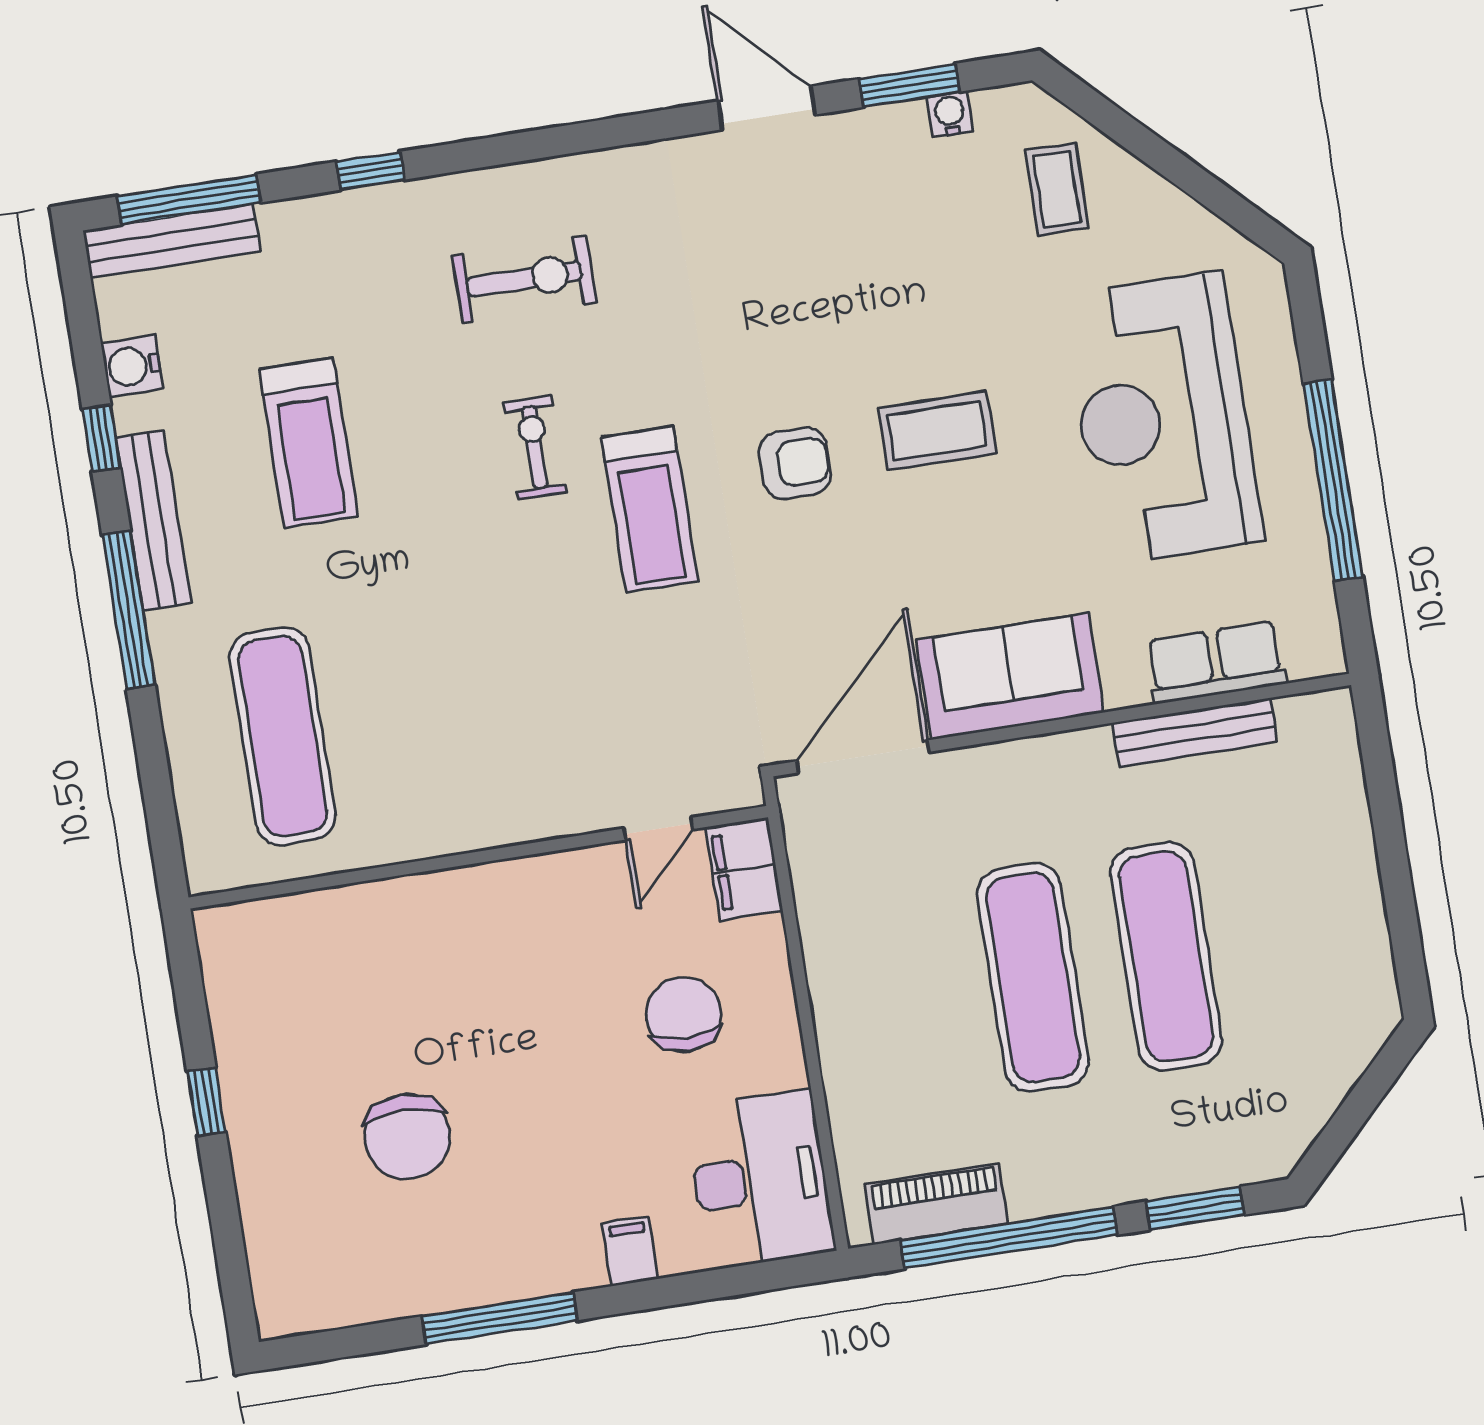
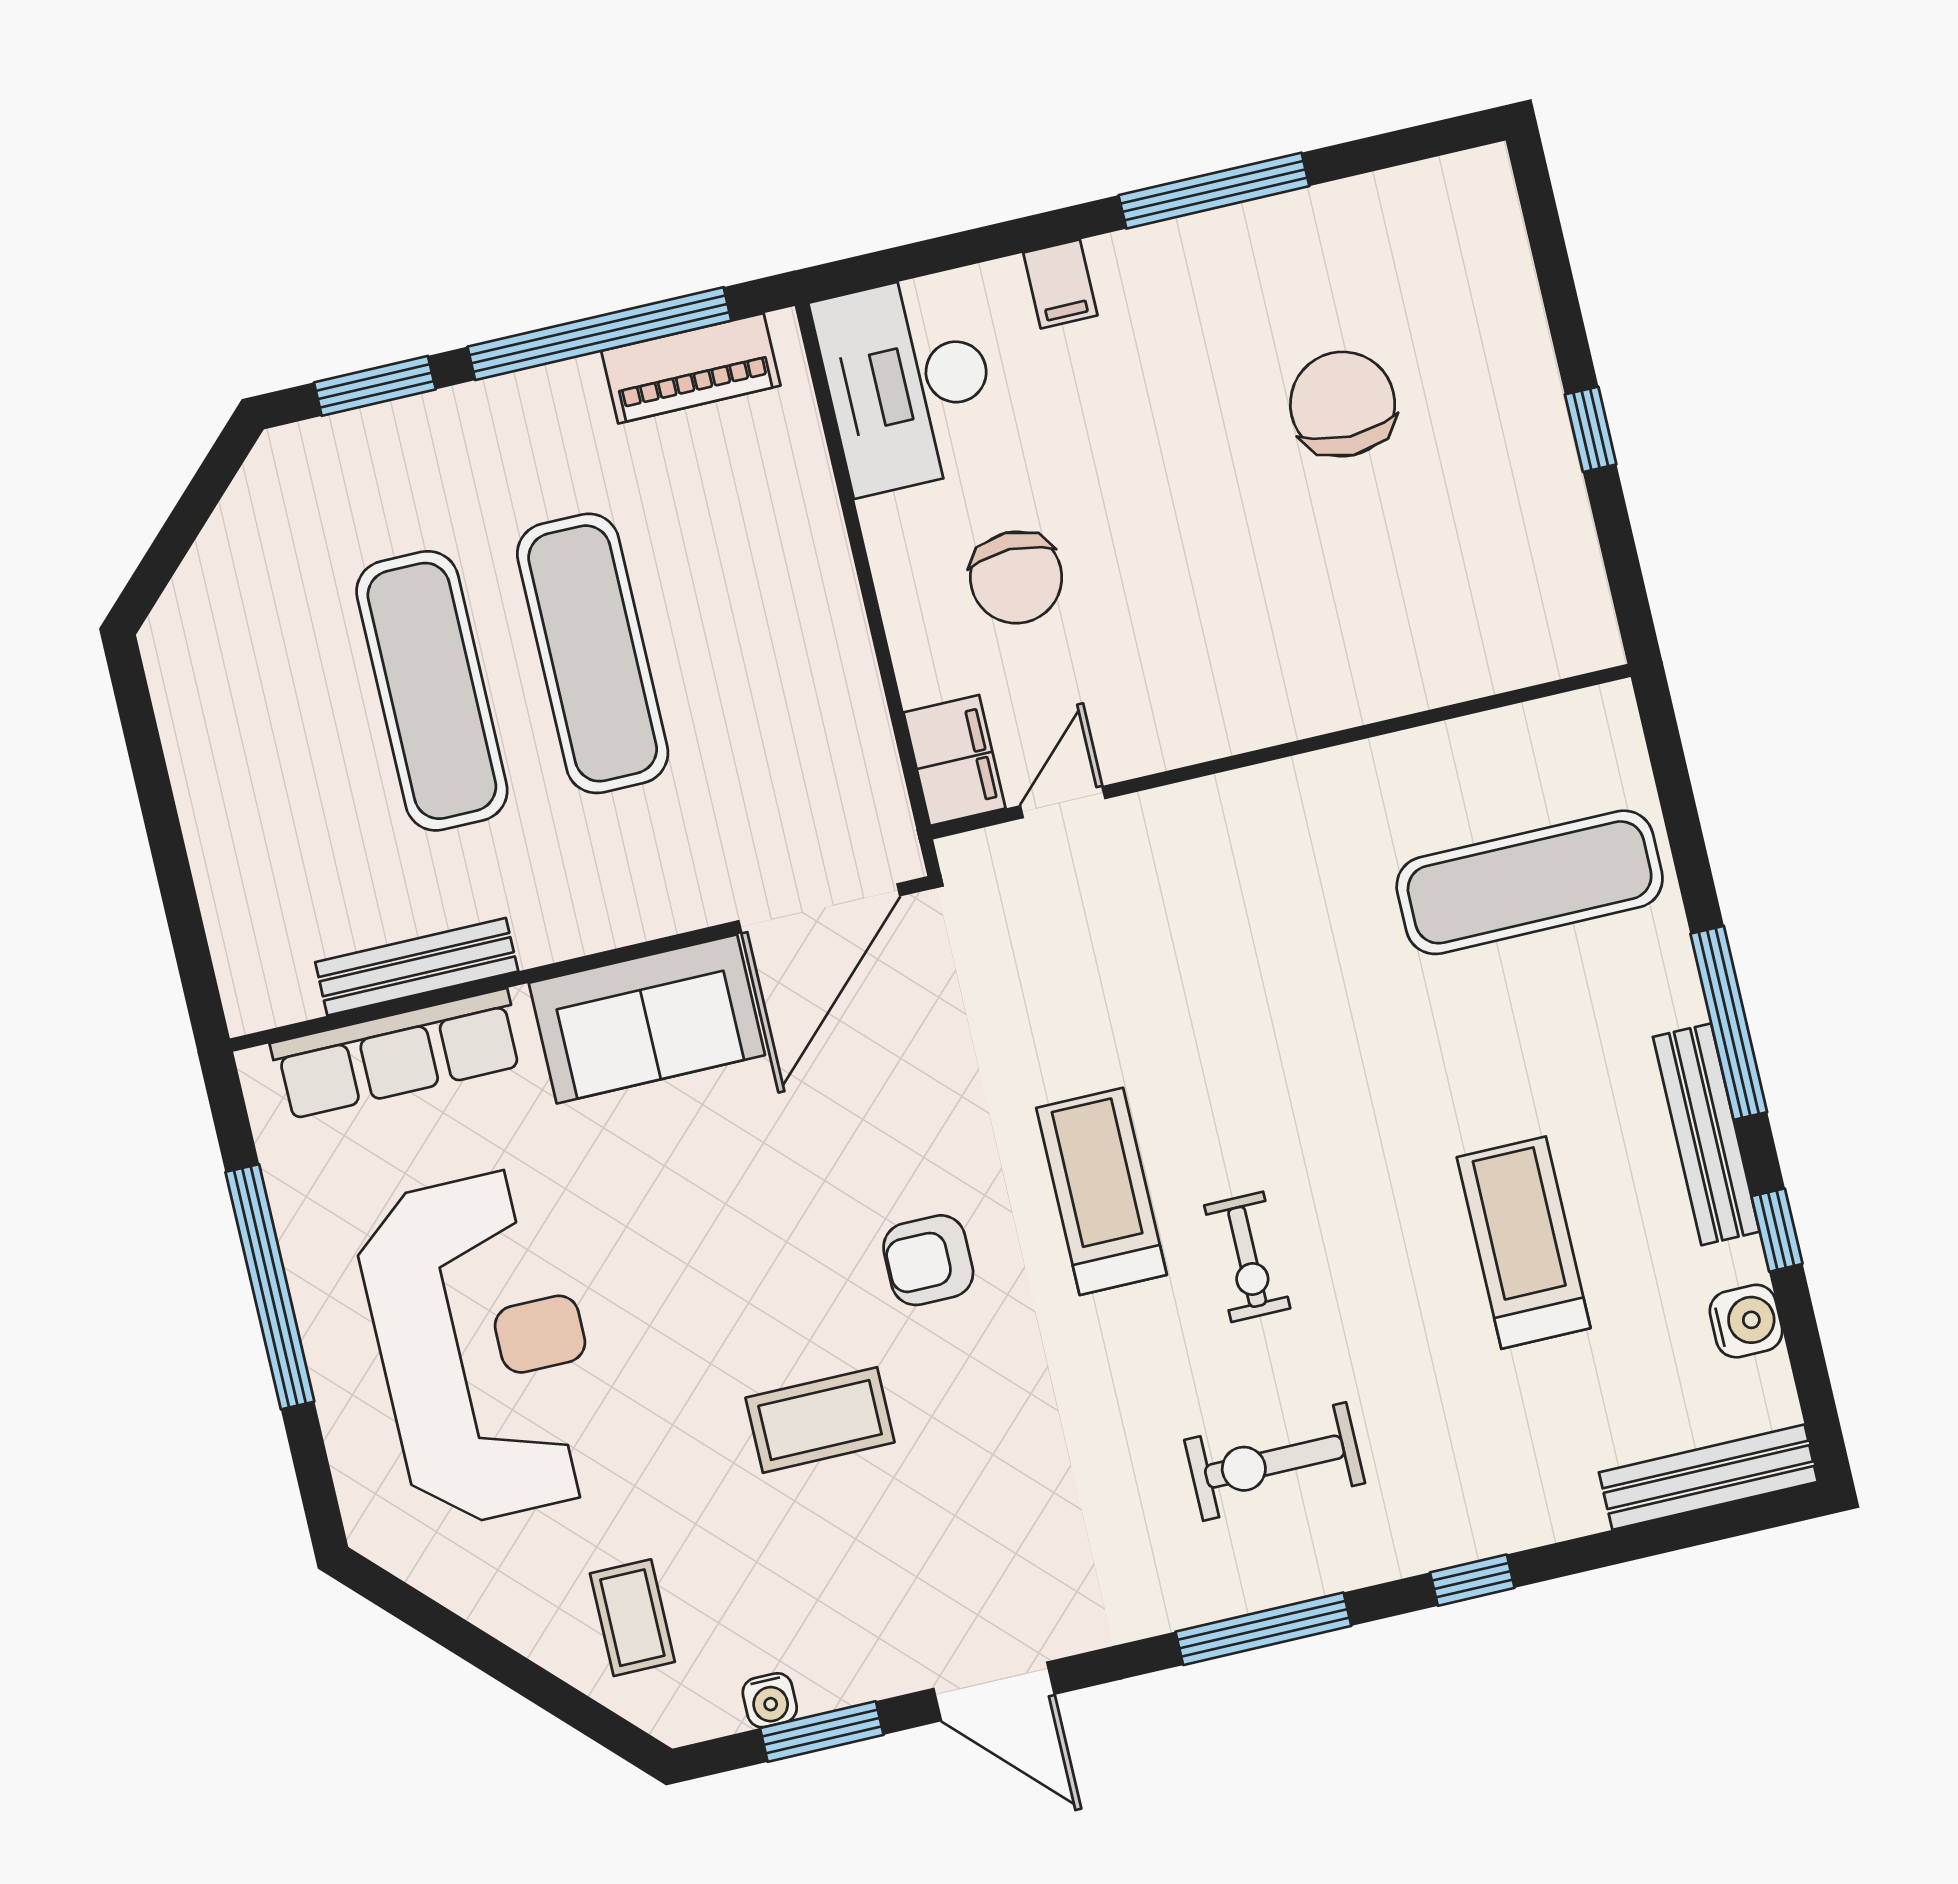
window: (189, 200) -> (1263, 1629), moved
coffee table: (937, 431) -> (820, 1420), moved
row of seats: (1216, 662) -> (397, 1054), width x1.48
exercise mat: (283, 736) -> (1530, 882), turned 90

